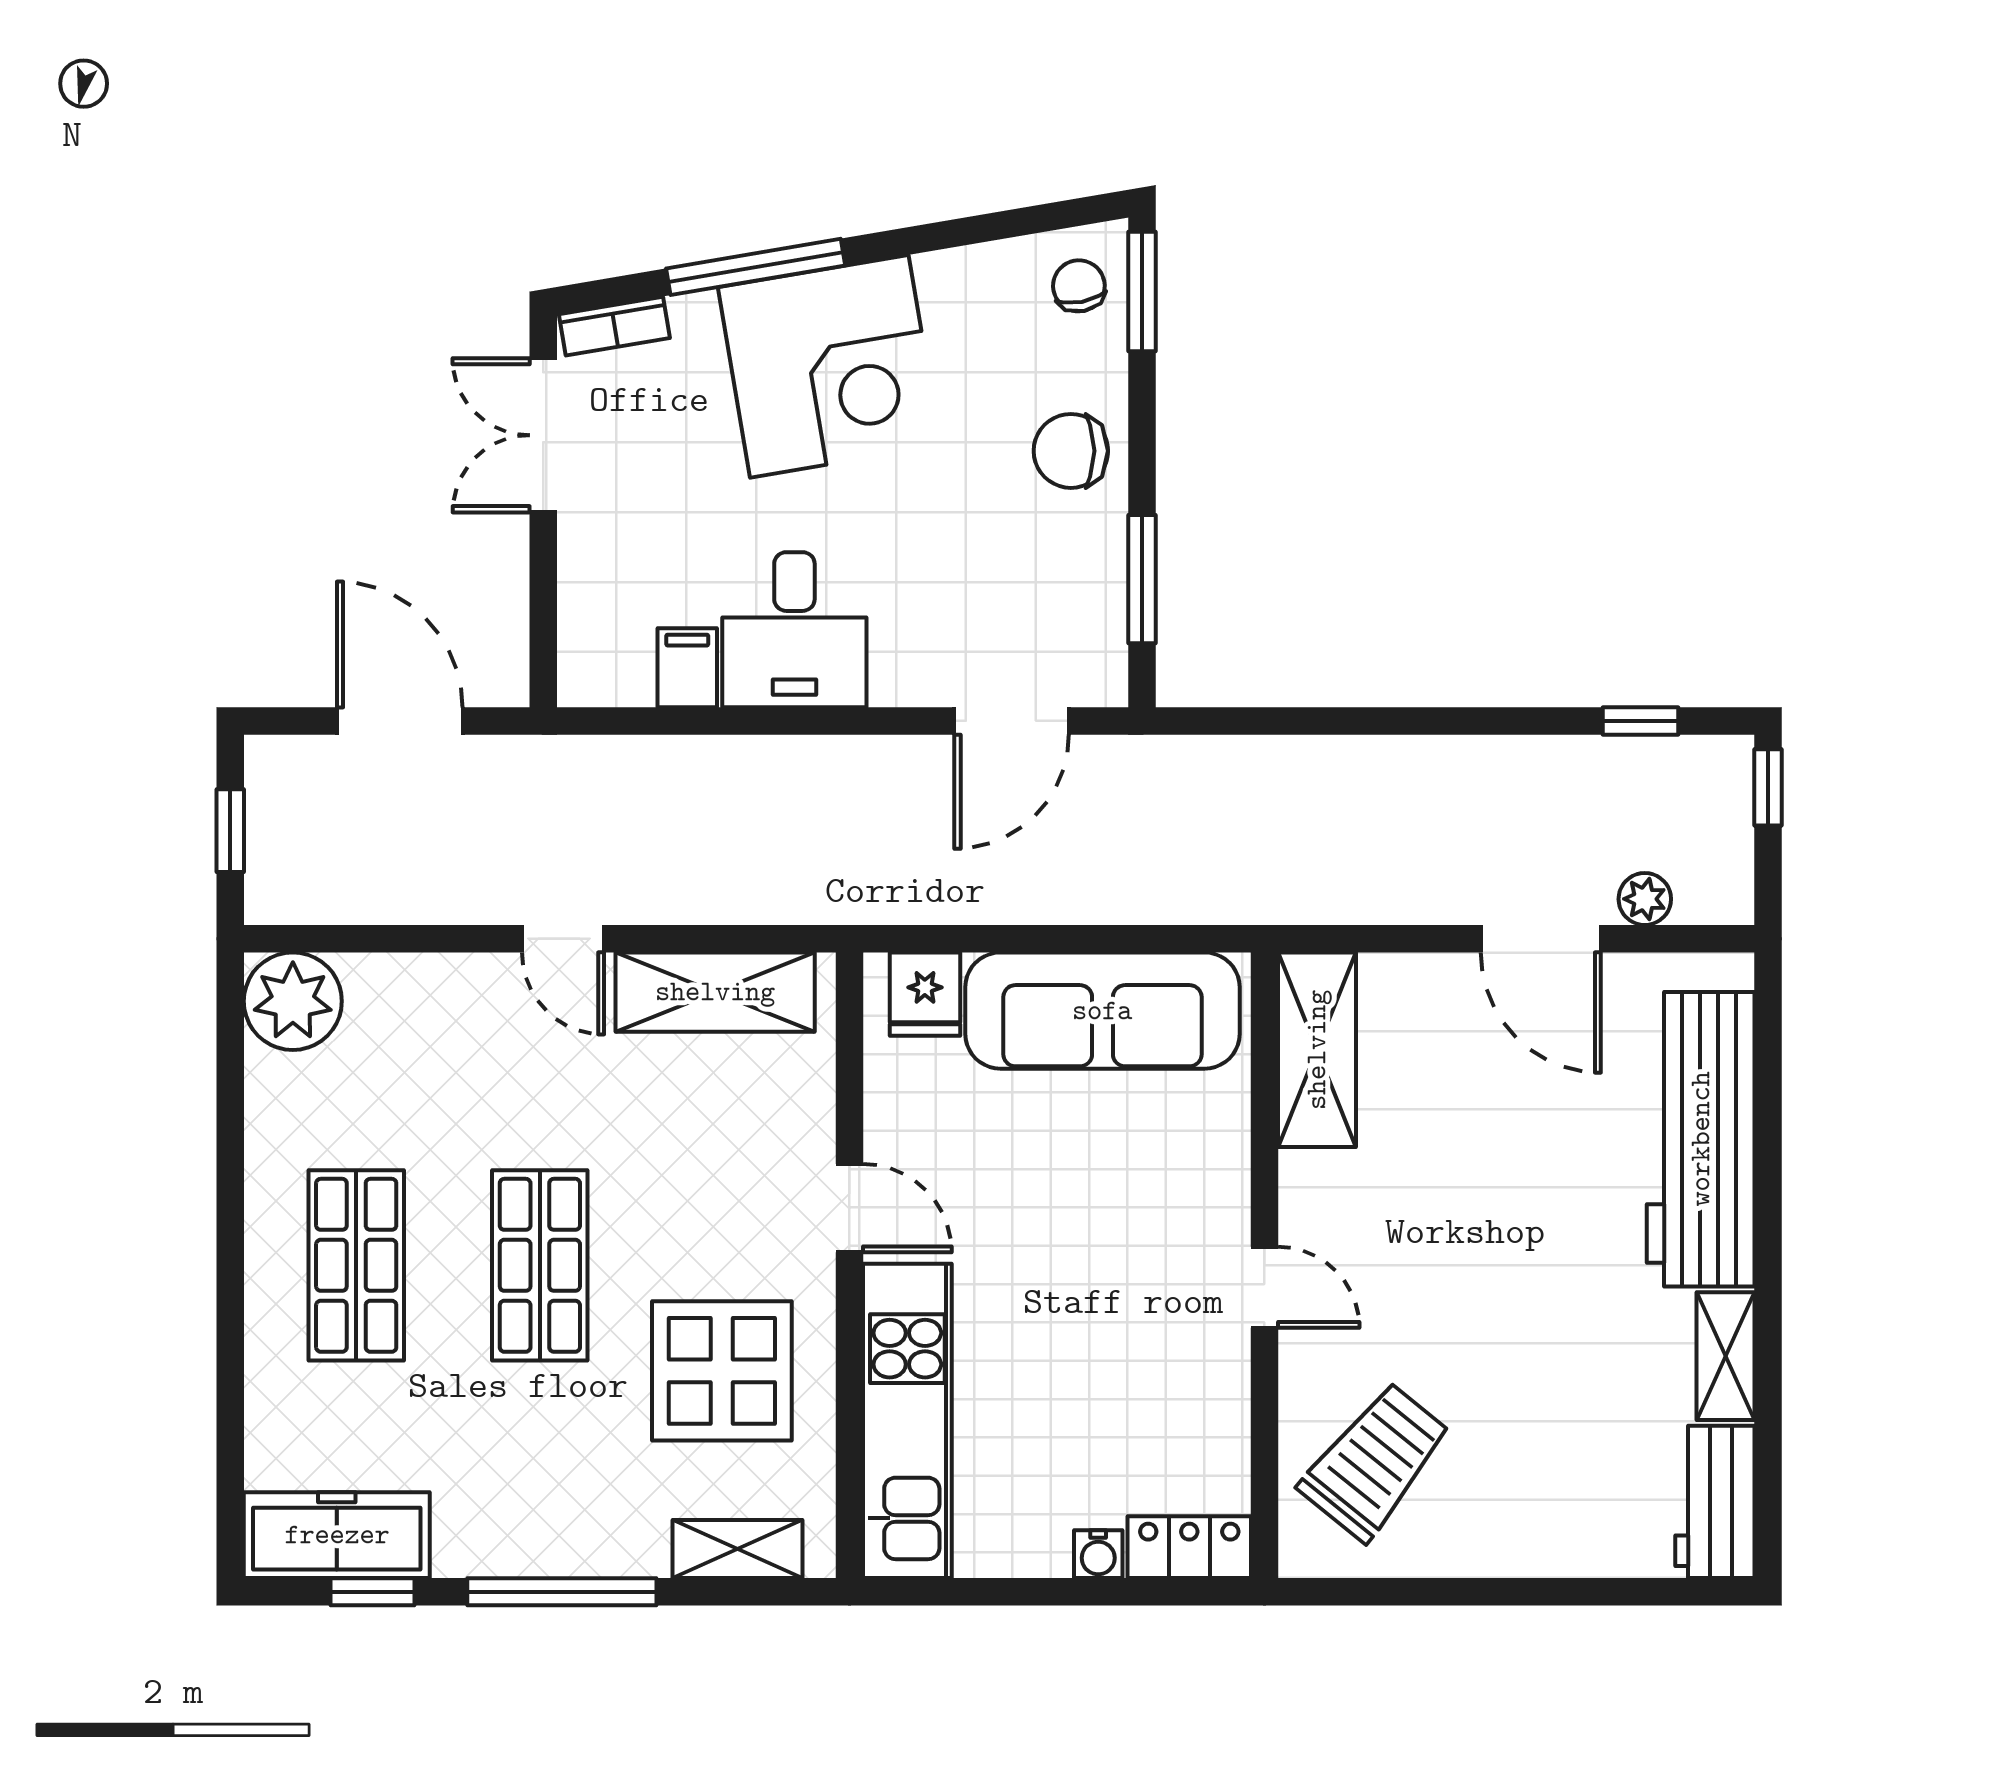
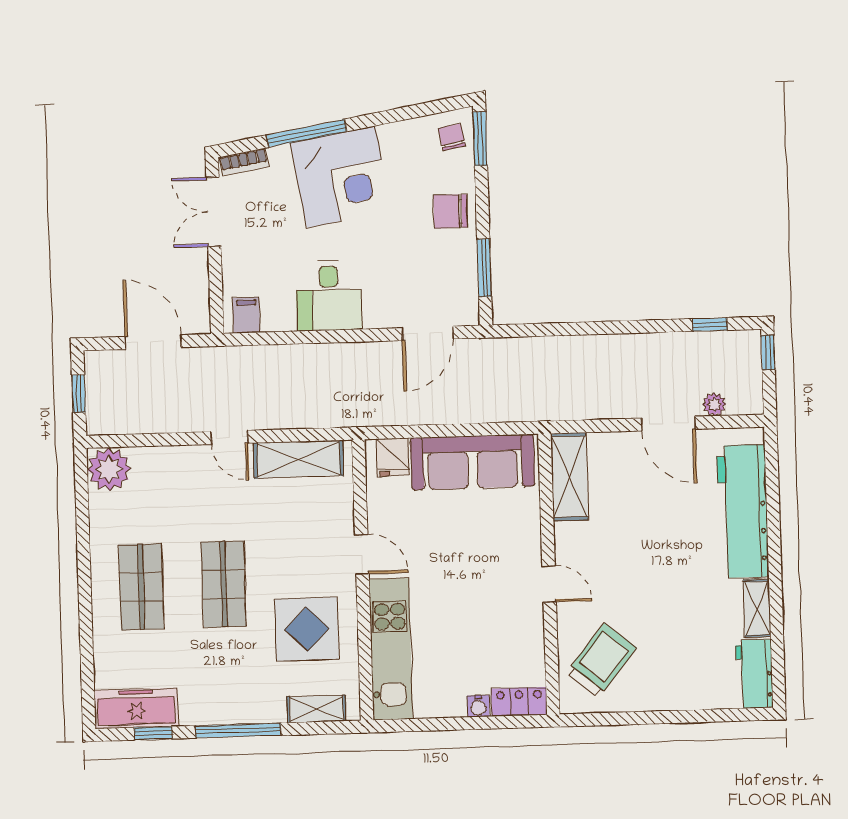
filing cabinet: (687, 668) -> (246, 315), moved

